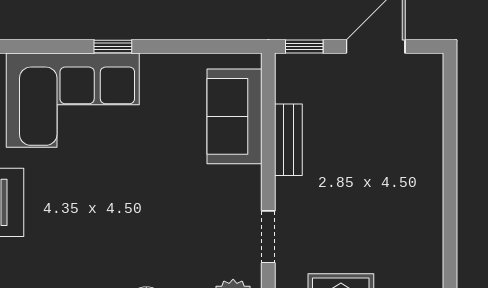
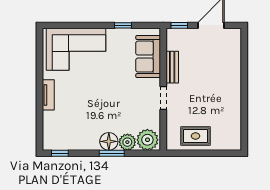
window: (113, 46) -> (123, 25), moved
doorway: (268, 237) -> (163, 98), moved

